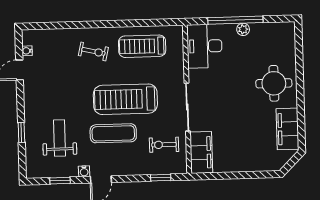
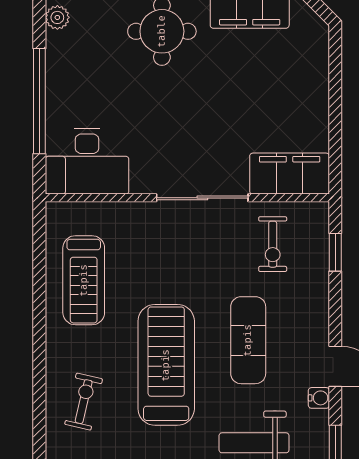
plant: (243, 29) -> (57, 17), moved
exercise bike: (93, 51) -> (84, 402), moved
treadmill: (125, 99) -> (166, 365), moved, turned 180

